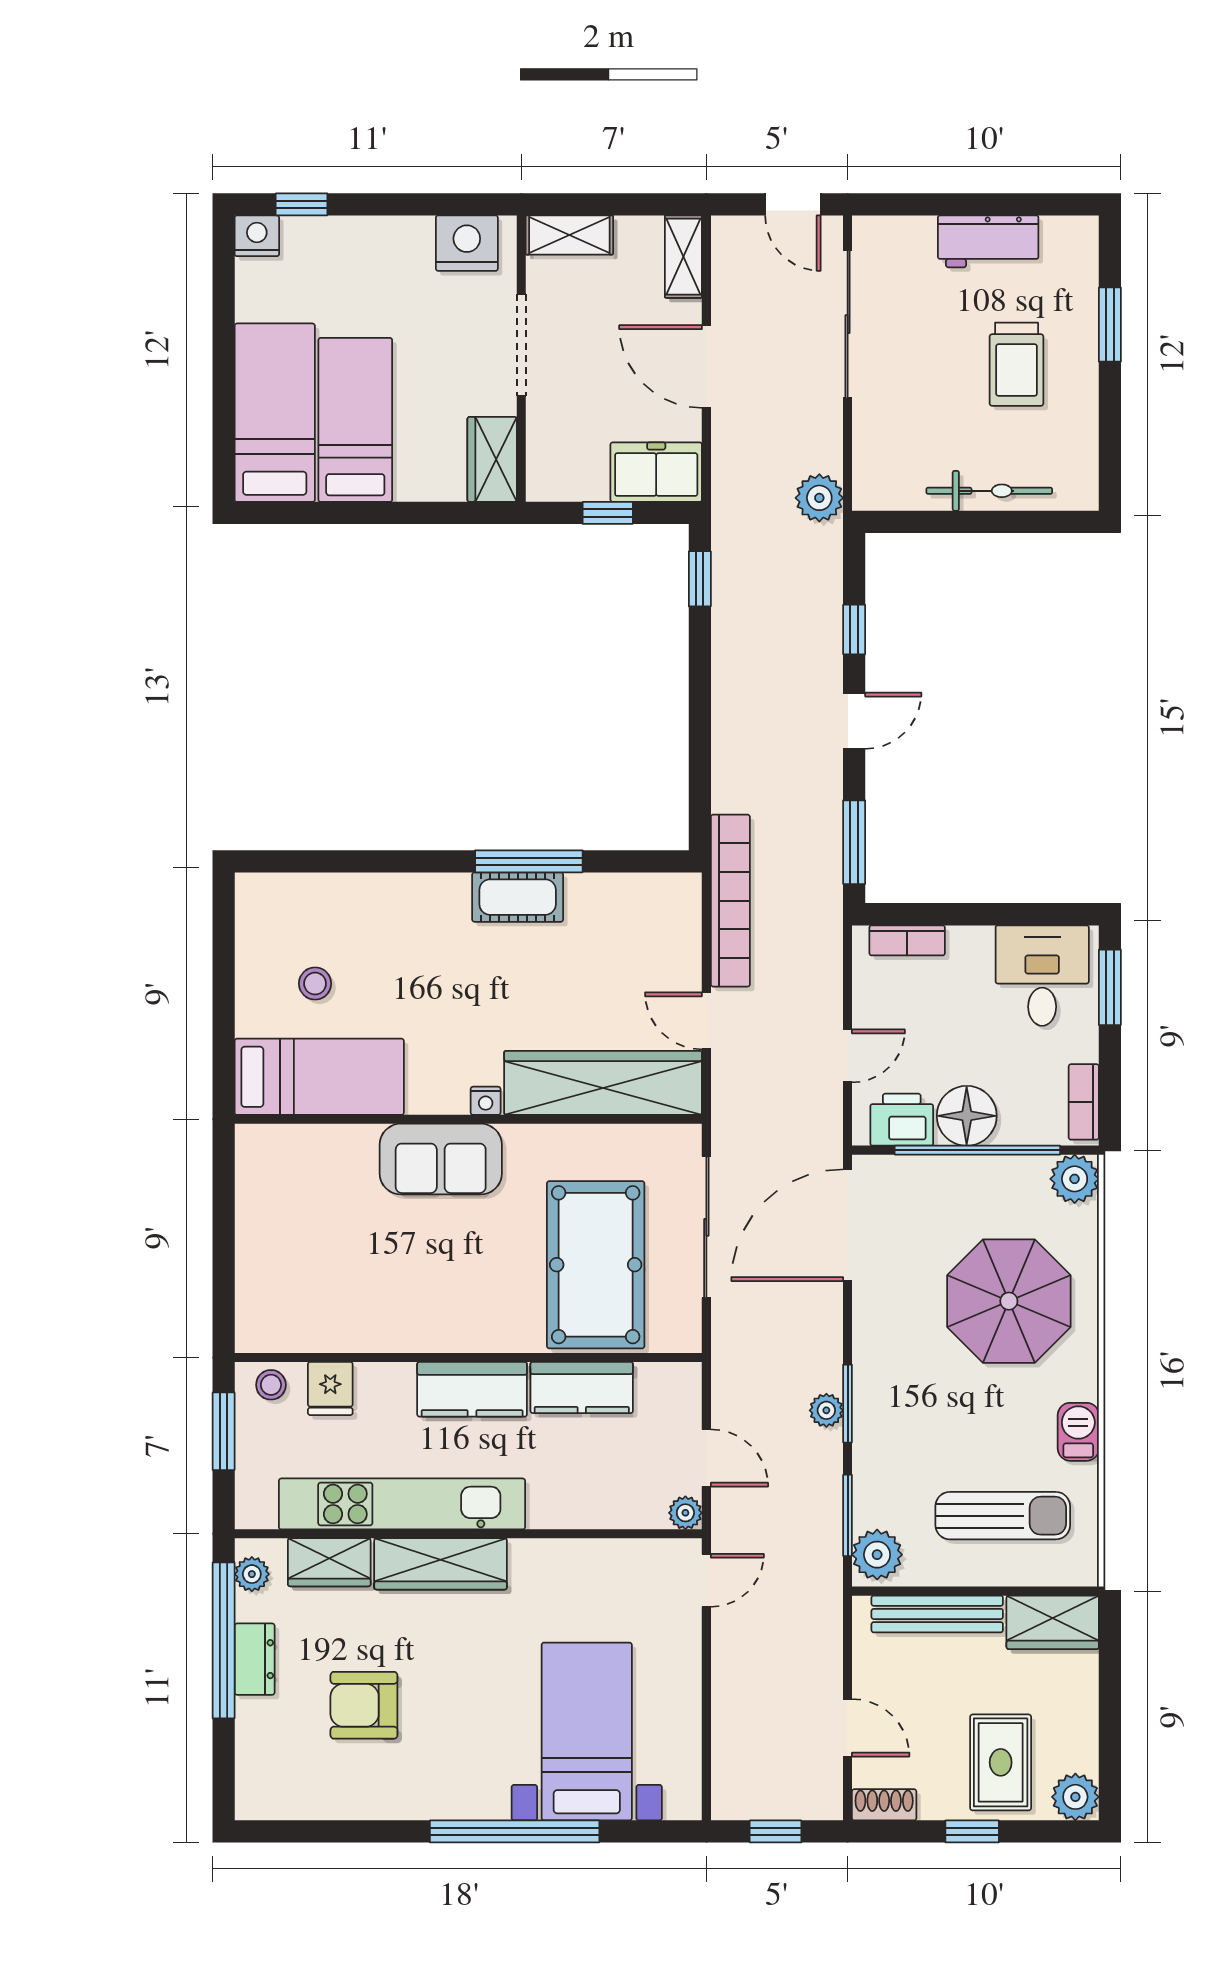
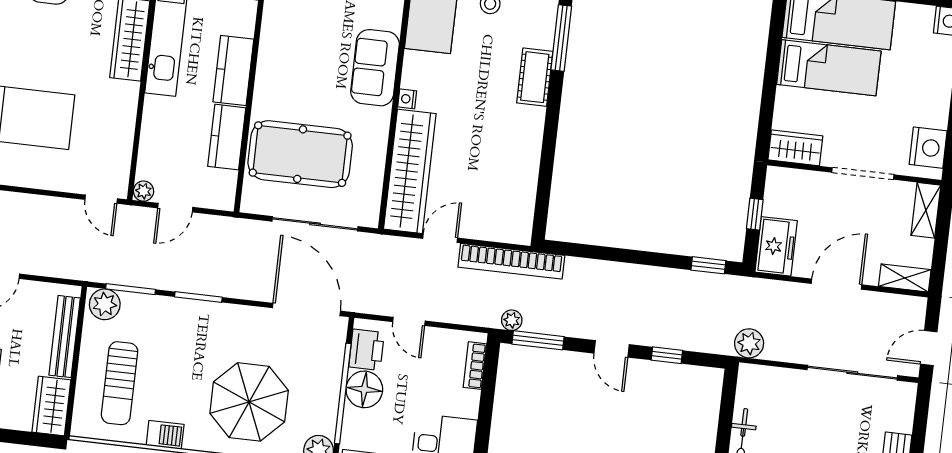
window: (529, 861) -> (561, 38), moved
cot: (518, 897) -> (535, 77), moved
plant: (826, 1410) -> (512, 320), moved

